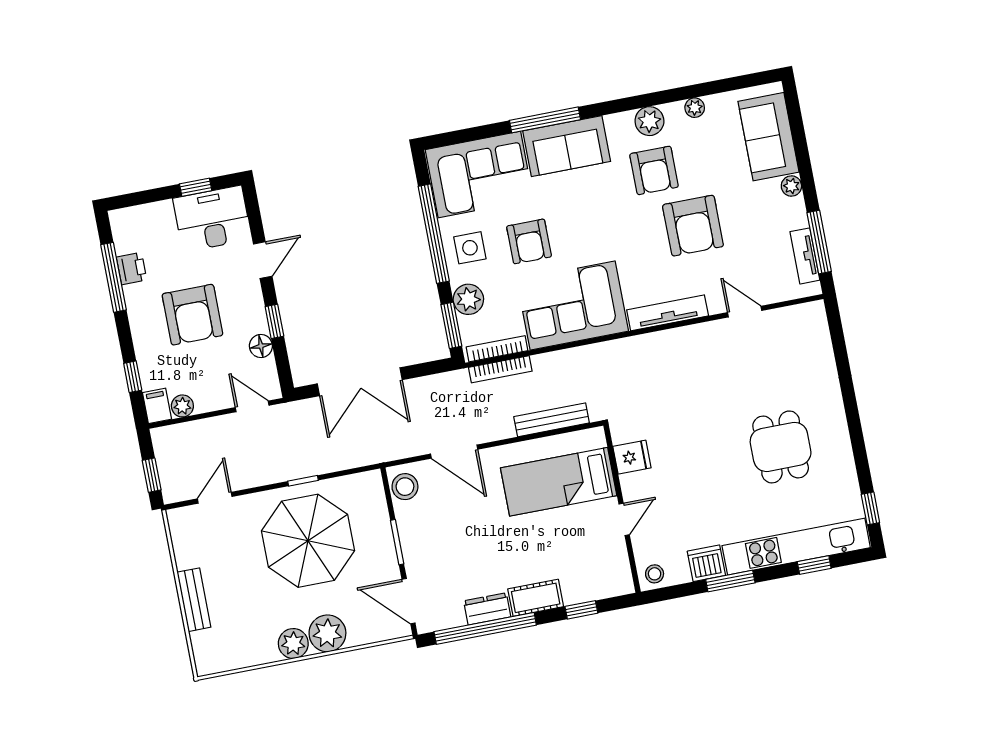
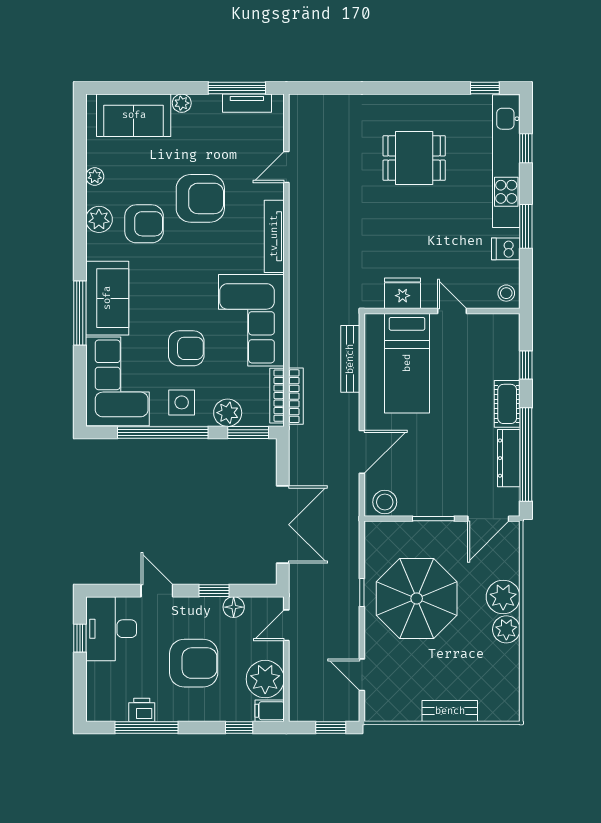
plant: (182, 406) -> (265, 679), width x1.88, depth x1.88
fridge: (632, 457) -> (403, 293), width x1.38
dishwasher: (706, 563) -> (506, 249), width x0.73
dresser: (487, 609) -> (509, 458), width x1.44

